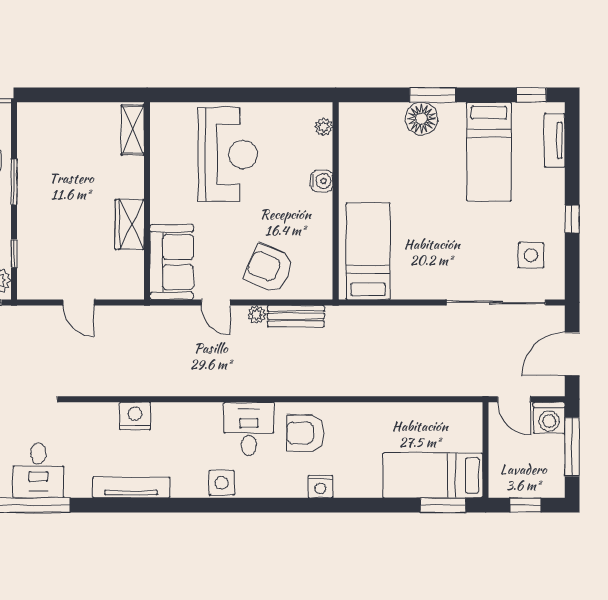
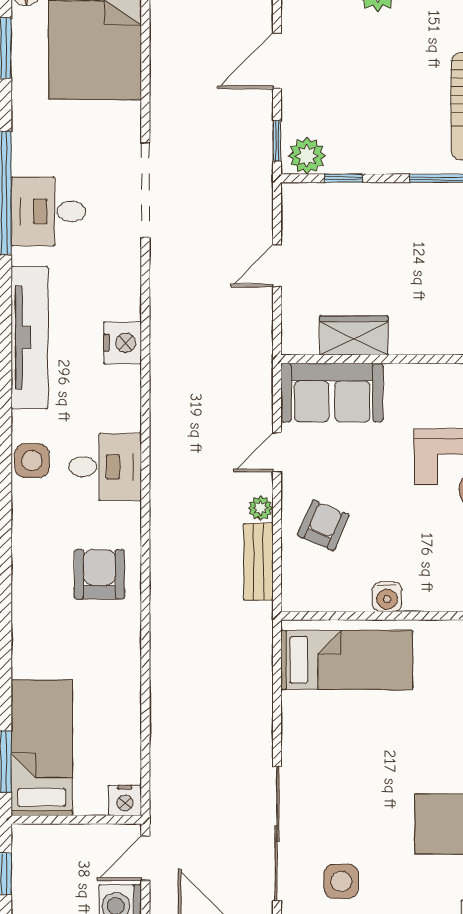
water cooler: (322, 181) -> (387, 597), moved
wardrobe: (130, 225) -> (354, 335), moved
armchair: (269, 268) -> (323, 525), width x0.72, depth x0.72
desk: (249, 429) -> (105, 467), moved
tv unit: (131, 487) -> (29, 338), width x1.36, depth x1.29
nightstand: (320, 487) -> (125, 800), moved, turned -90

